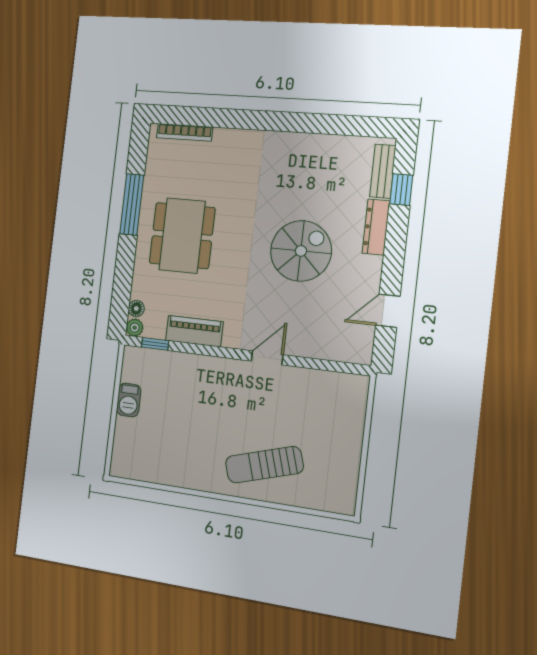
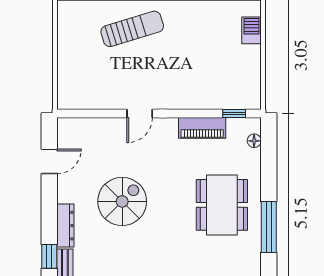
spiral stairs: (301, 251) -> (122, 201), turned 180
plant: (135, 328) -> (254, 125), removed
barbecue: (129, 400) -> (251, 30), moved

